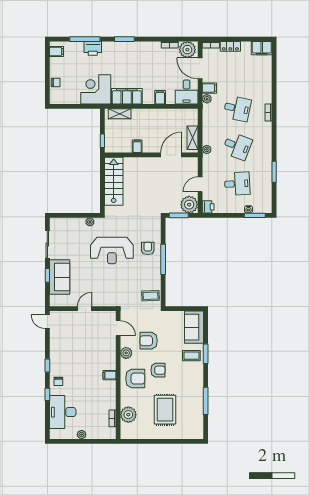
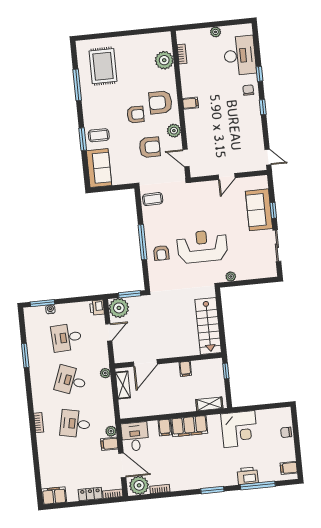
filing cabinet: (127, 96) -> (189, 426), moved
armchair: (158, 370) -> (135, 115), turned 180
rug: (165, 410) -> (103, 66), moved

